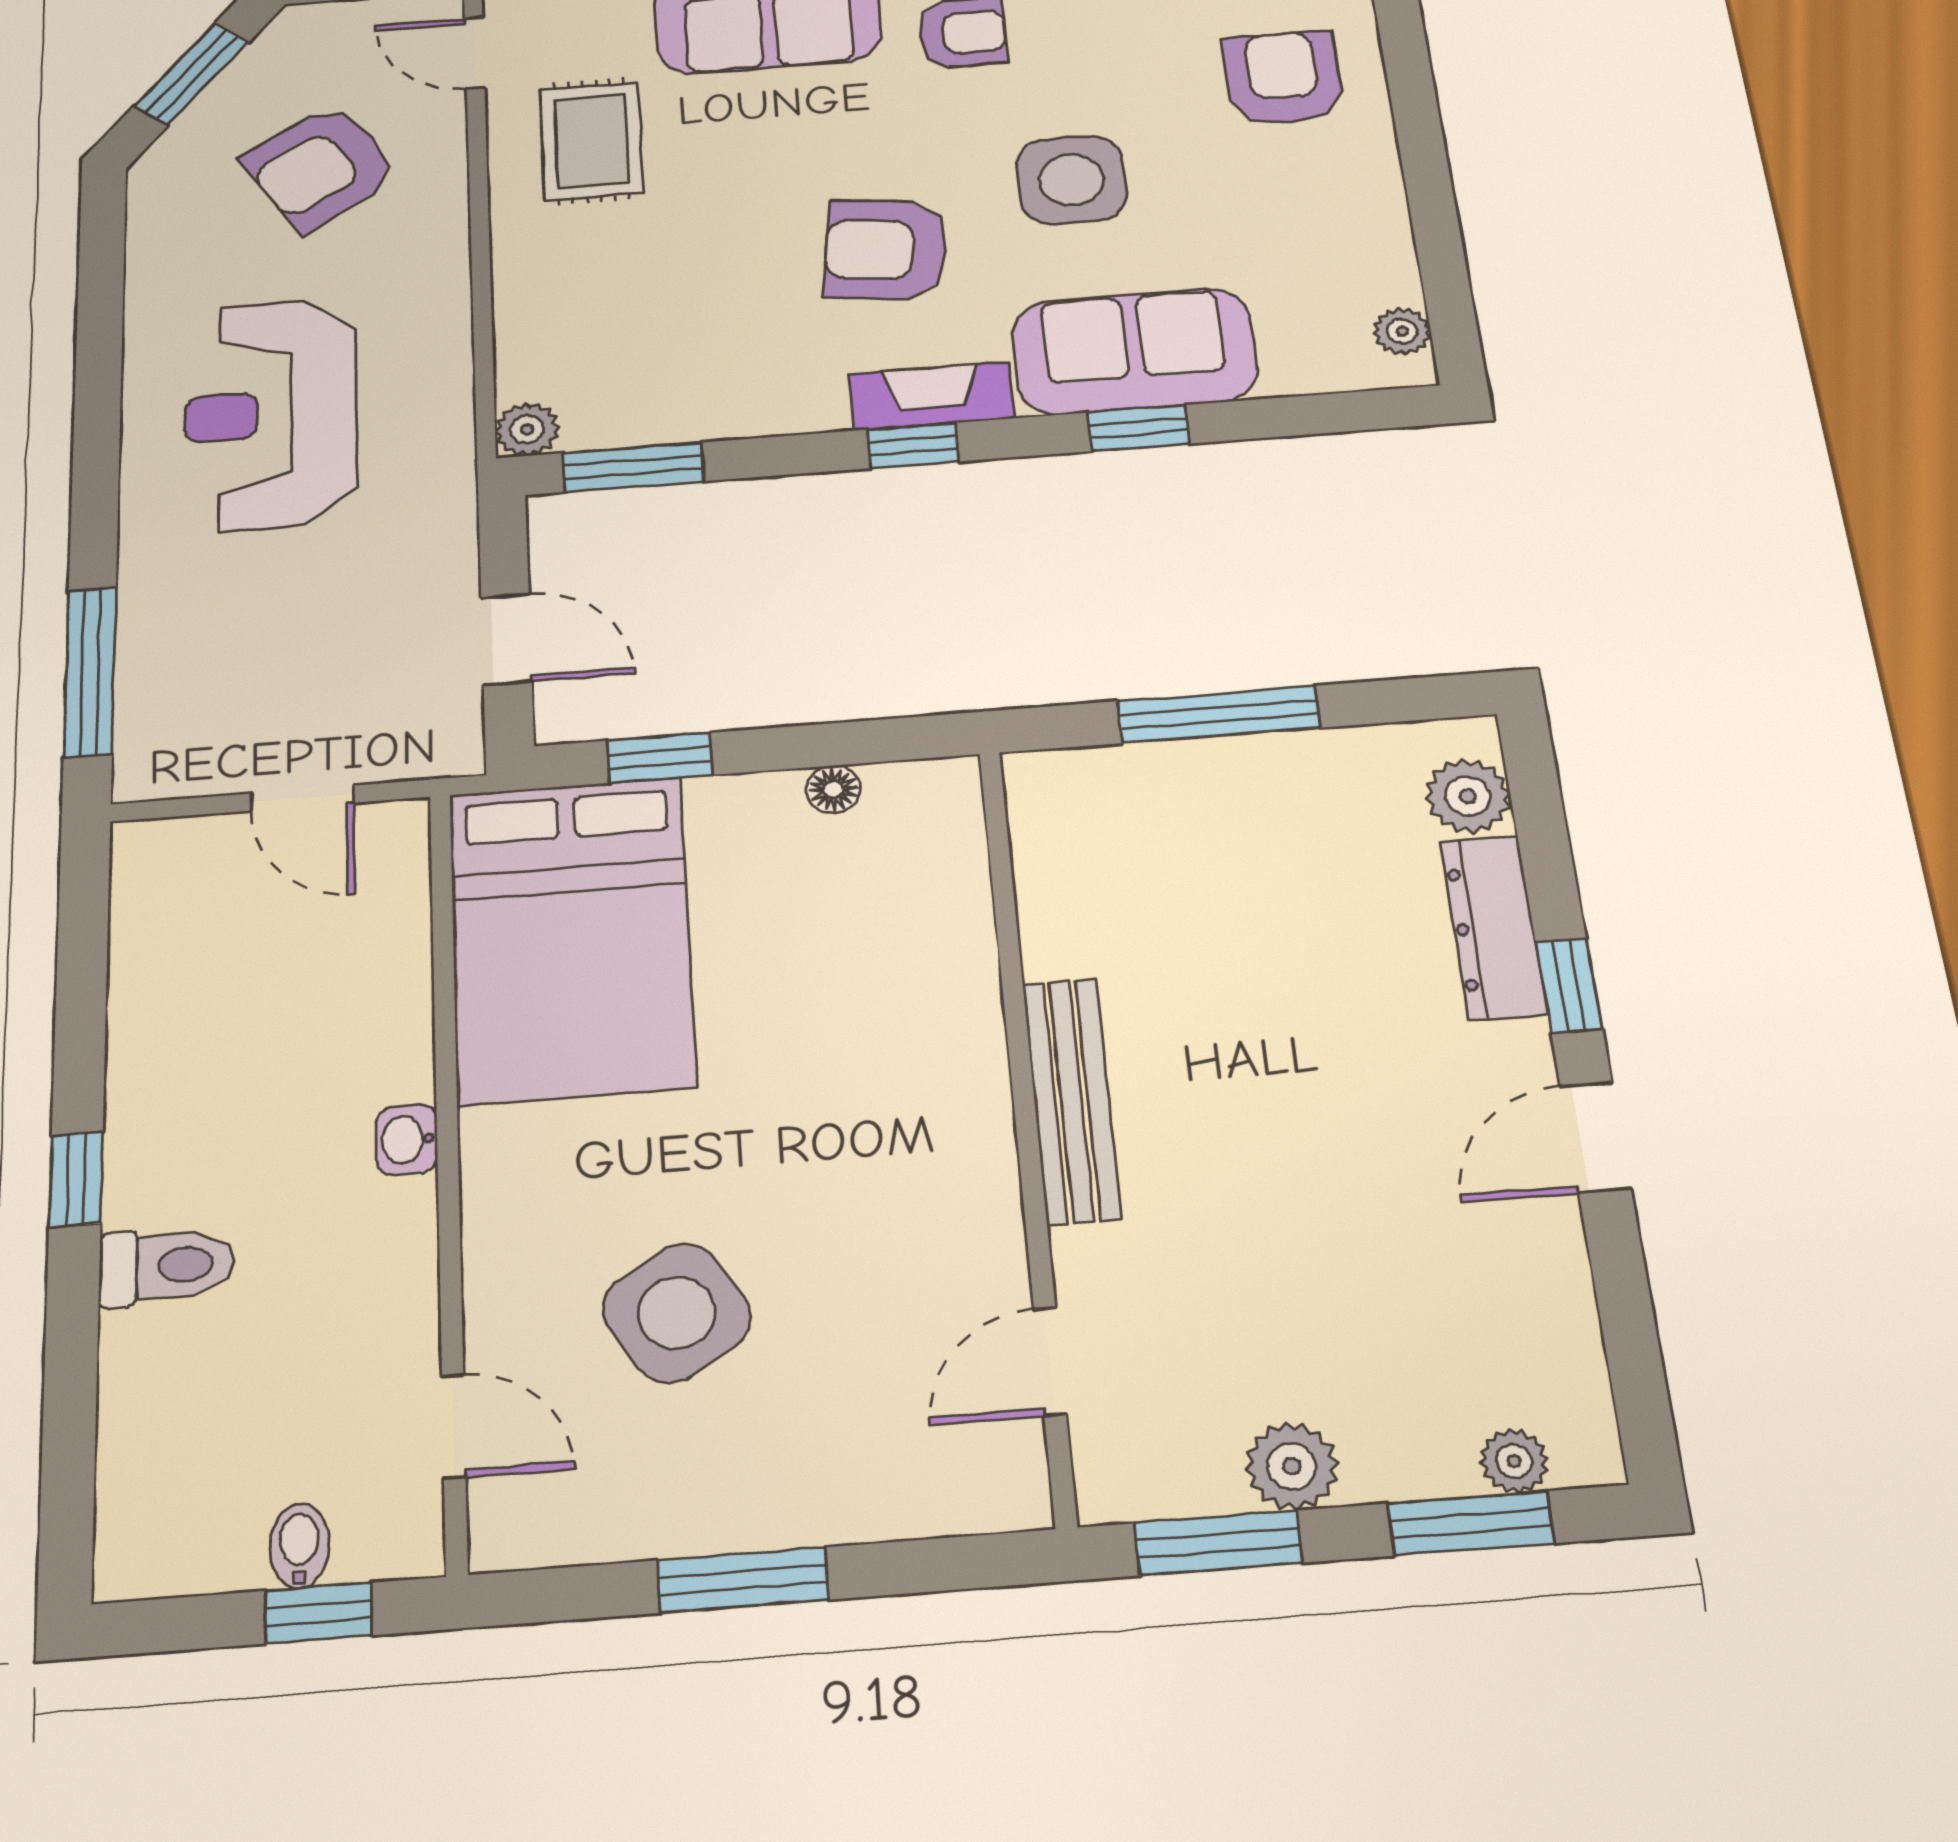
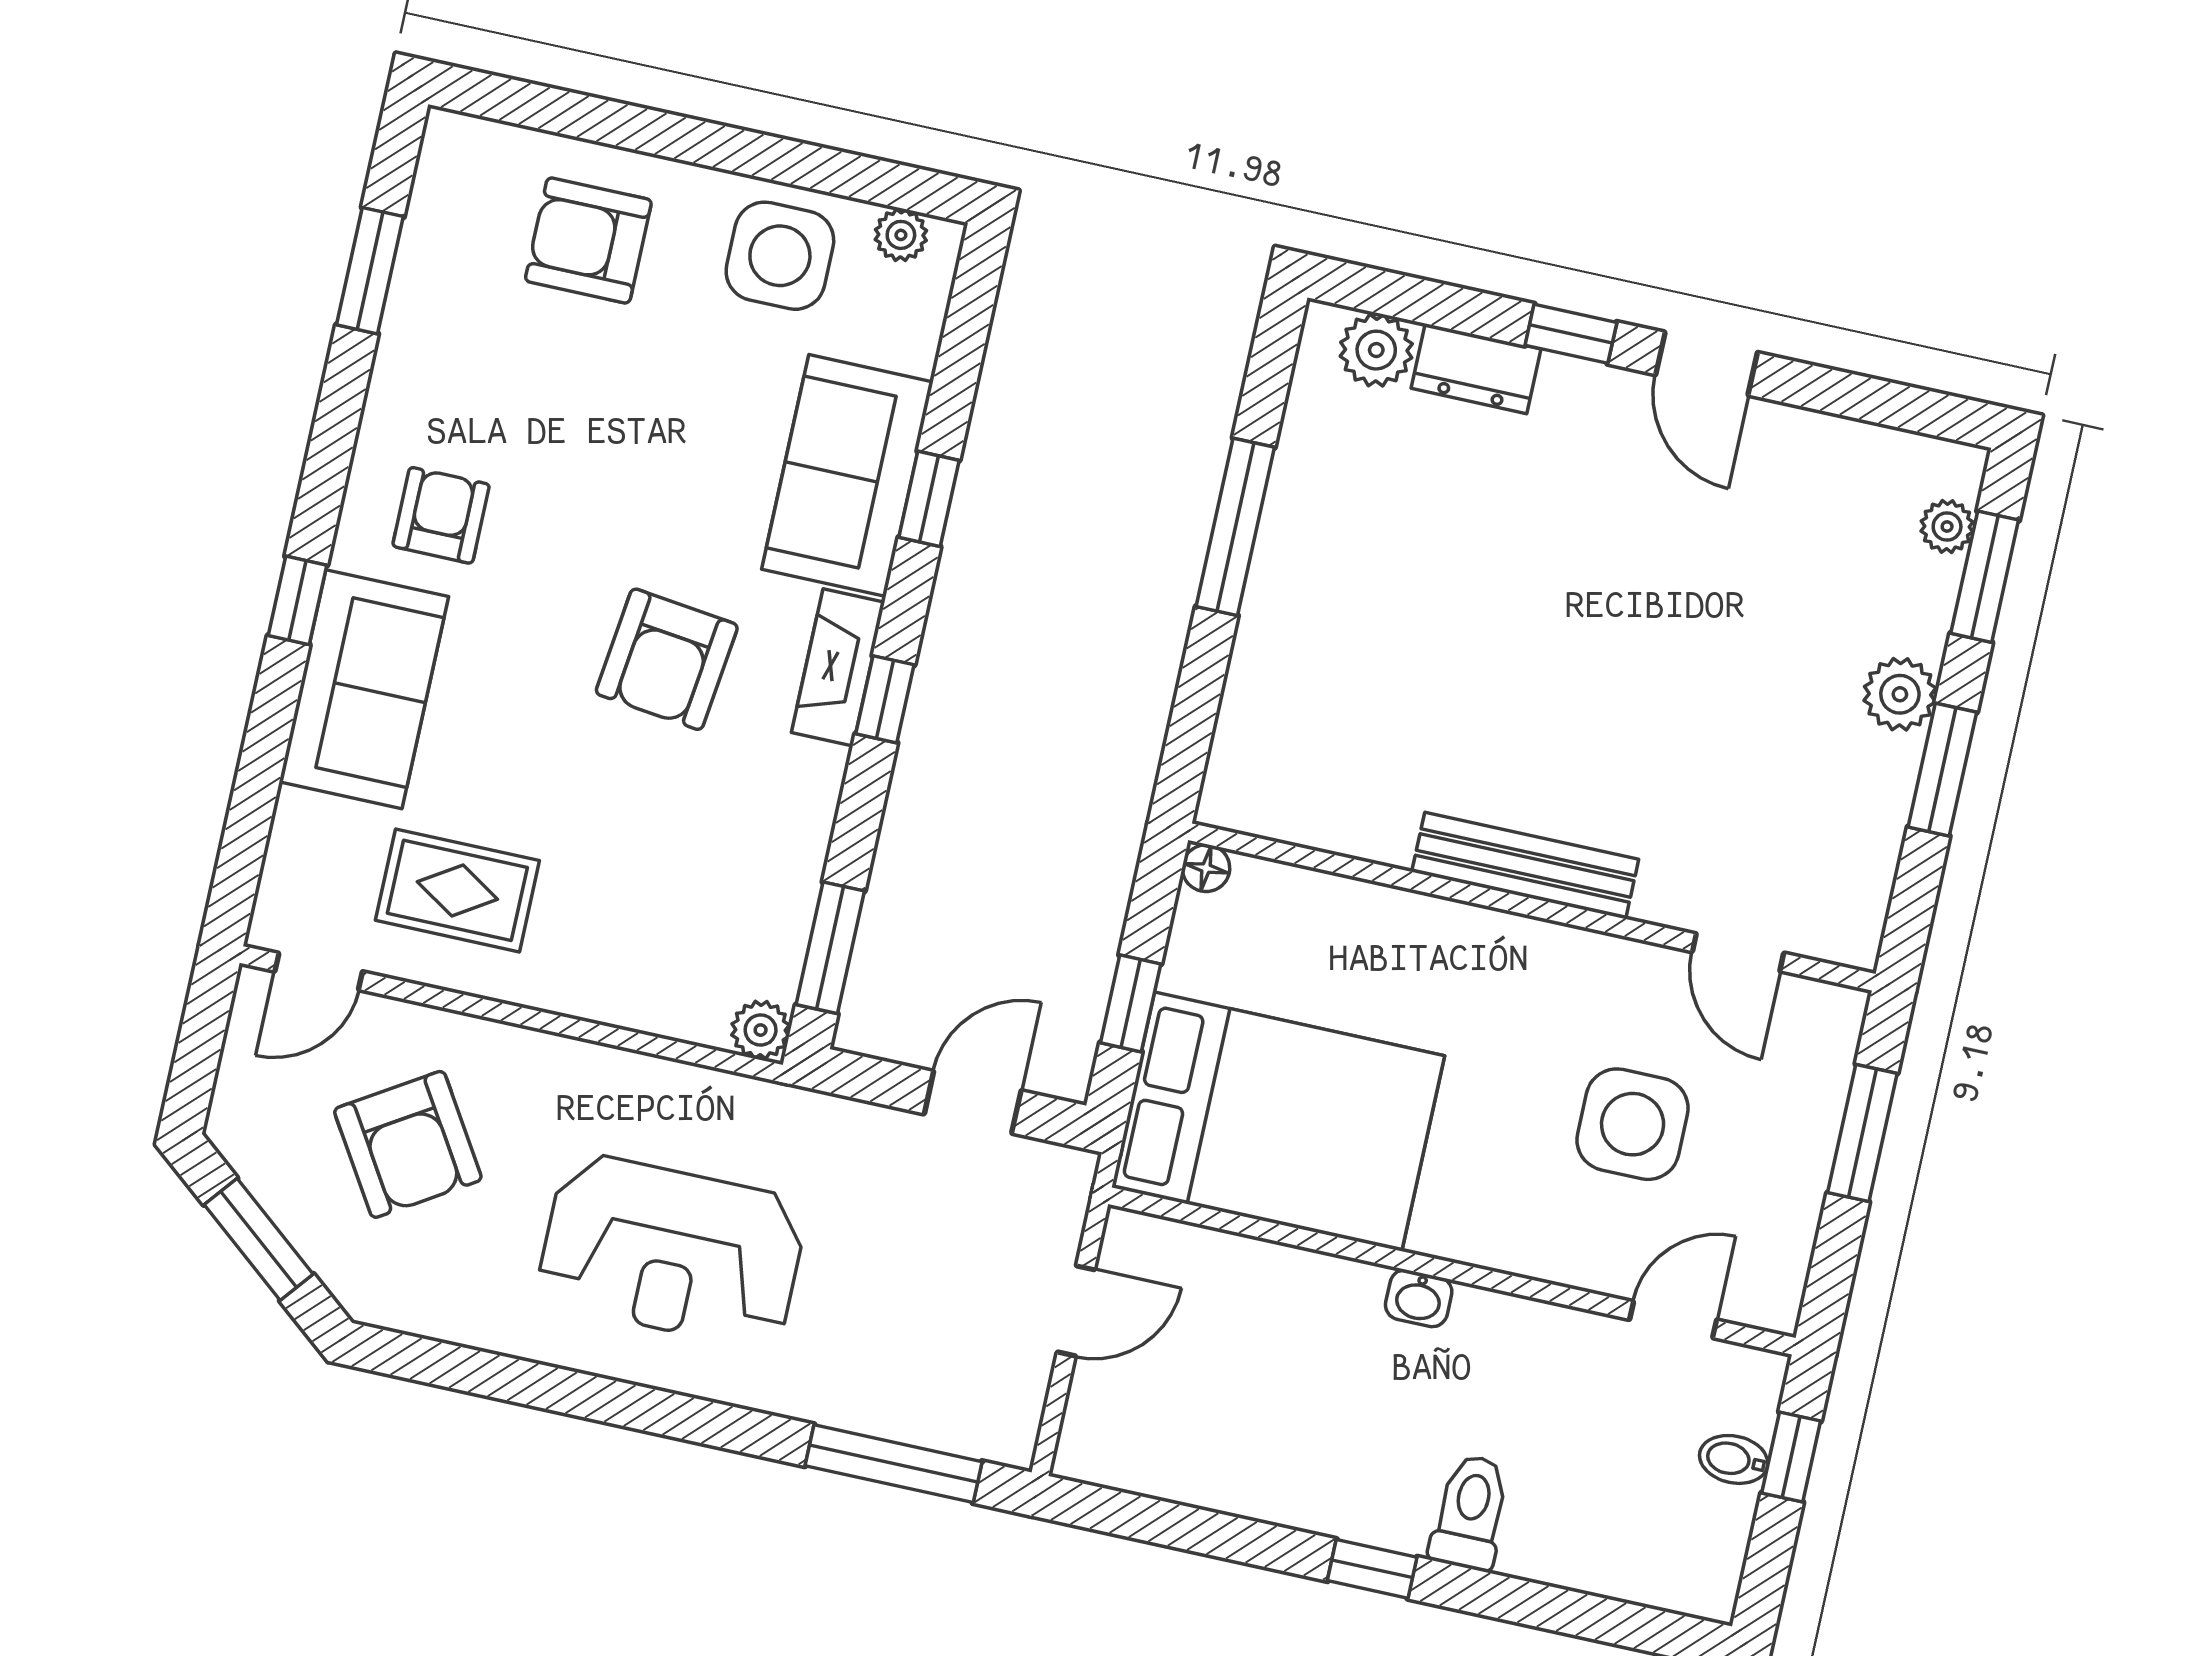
side table: (1072, 180) -> (780, 256), moved
dresser: (1493, 927) -> (1476, 369), width x0.70
bench: (1071, 1100) -> (1525, 866), moved
wall: (1026, 1121) -> (1532, 907), moved
side table: (677, 1313) -> (1633, 1124), turned 32
door: (1050, 1361) -> (1738, 952), moved

